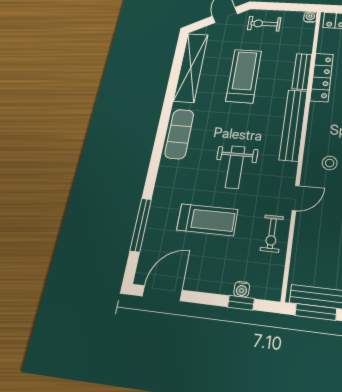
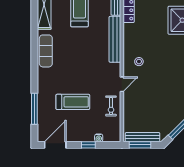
weight bench: (235, 167) -> (84, 69), removed
window: (241, 303) -> (88, 145), moved

